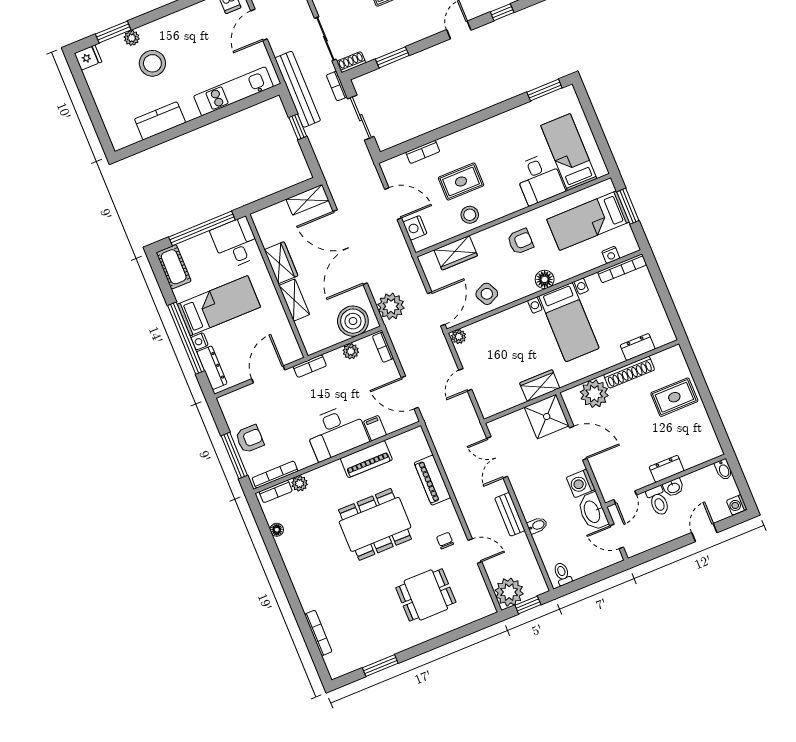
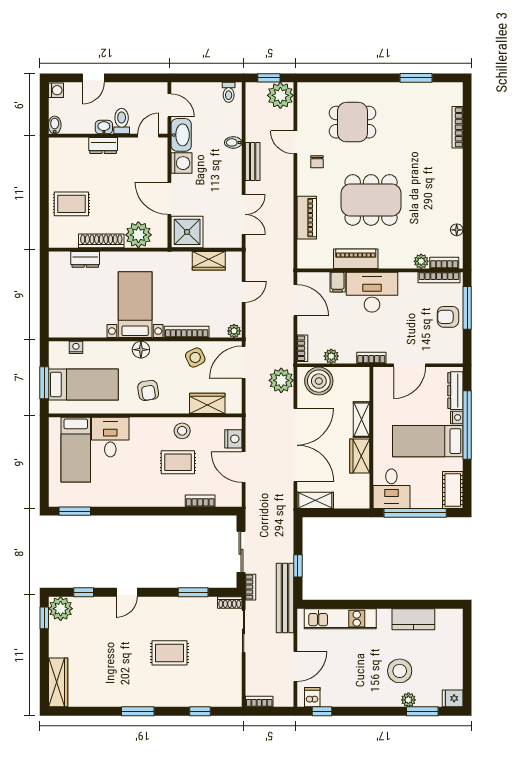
armchair: (520, 241) -> (148, 390), turned -99
bookcase: (622, 268) -> (187, 332), moved
wardrobe: (540, 386) -> (209, 261), moved

